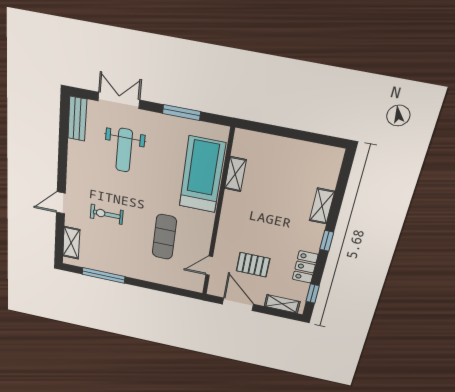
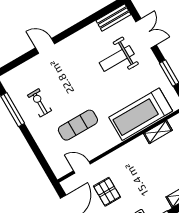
treadmill: (202, 175) -> (141, 114), turned 180
exercise bike: (107, 214) -> (40, 103), moved
shelving: (71, 243) -> (20, 72), removed

